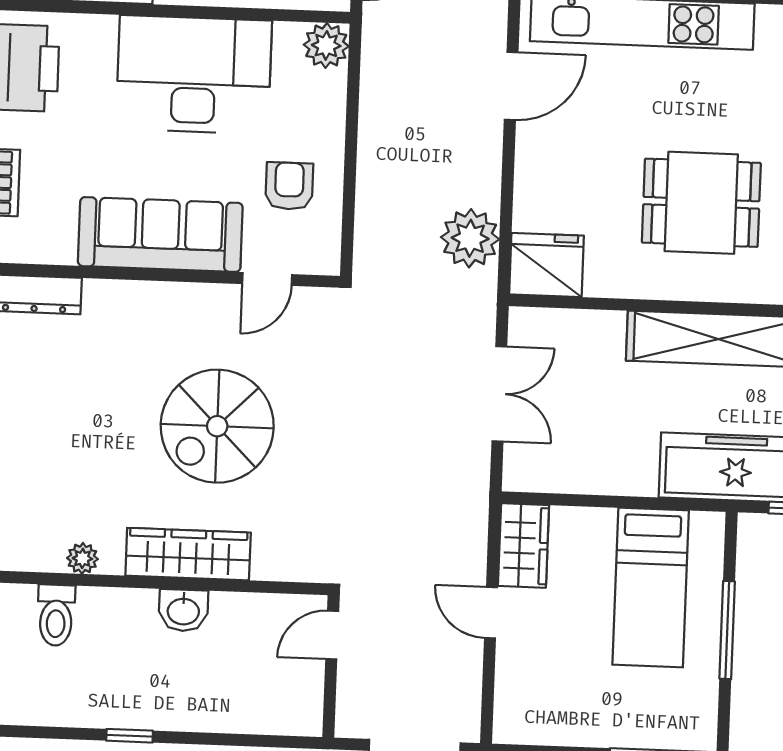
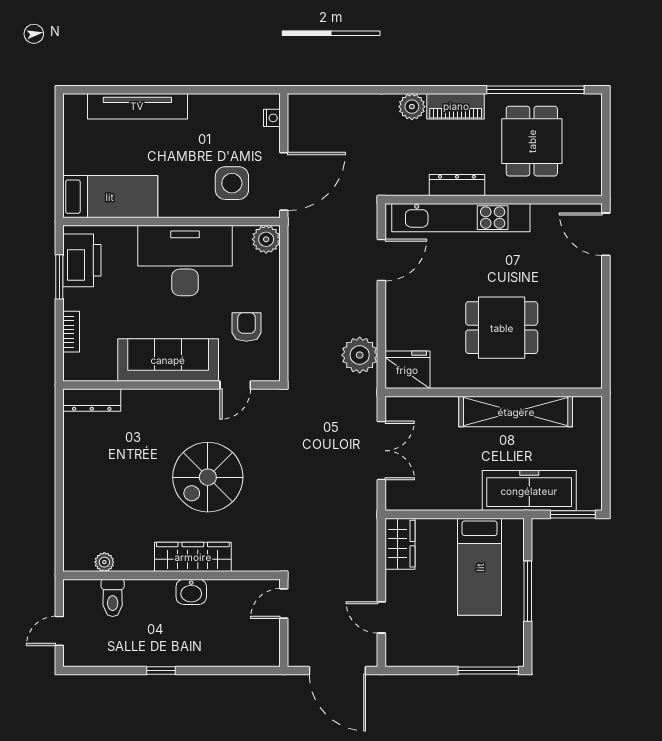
plant: (82, 558) -> (104, 562), moved
door: (491, 613) -> (381, 617), moved

